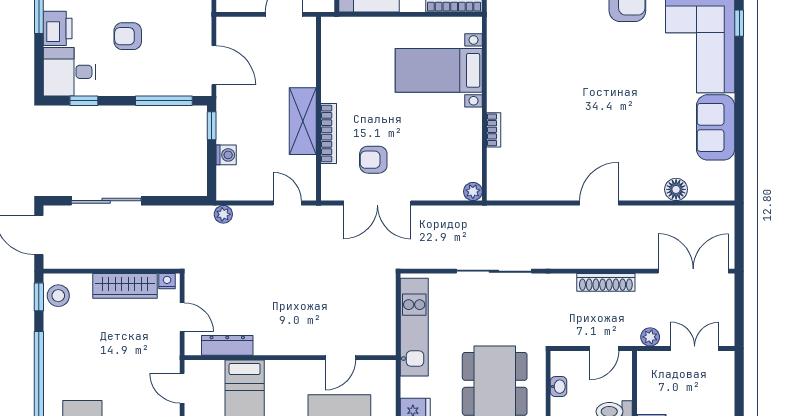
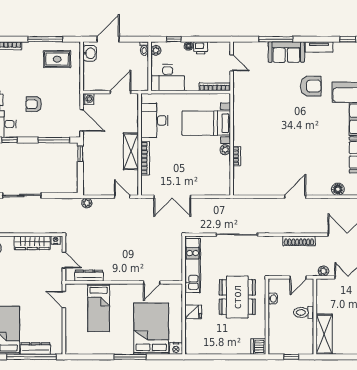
desk: (345, 65) -> (154, 120), added
washing machine: (226, 155) -> (88, 99), moved
armchair: (373, 160) -> (170, 173), removed
plant: (473, 192) -> (225, 150), moved

